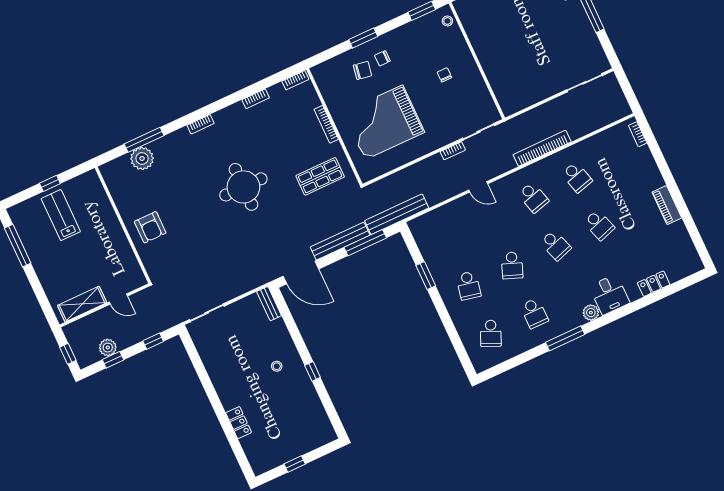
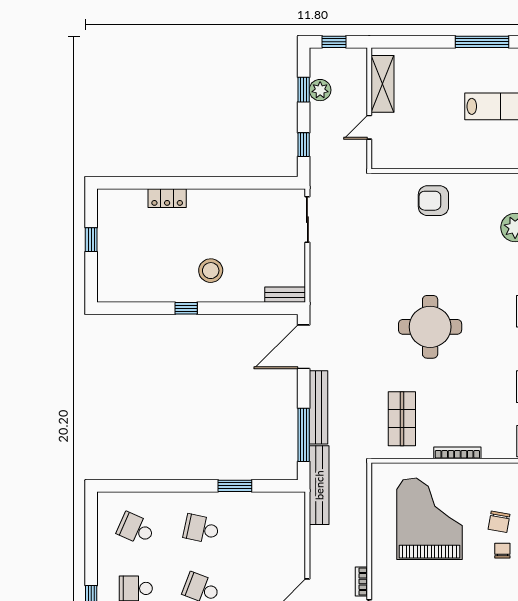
stool: (277, 366) -> (211, 271), width x1.89, depth x1.89

